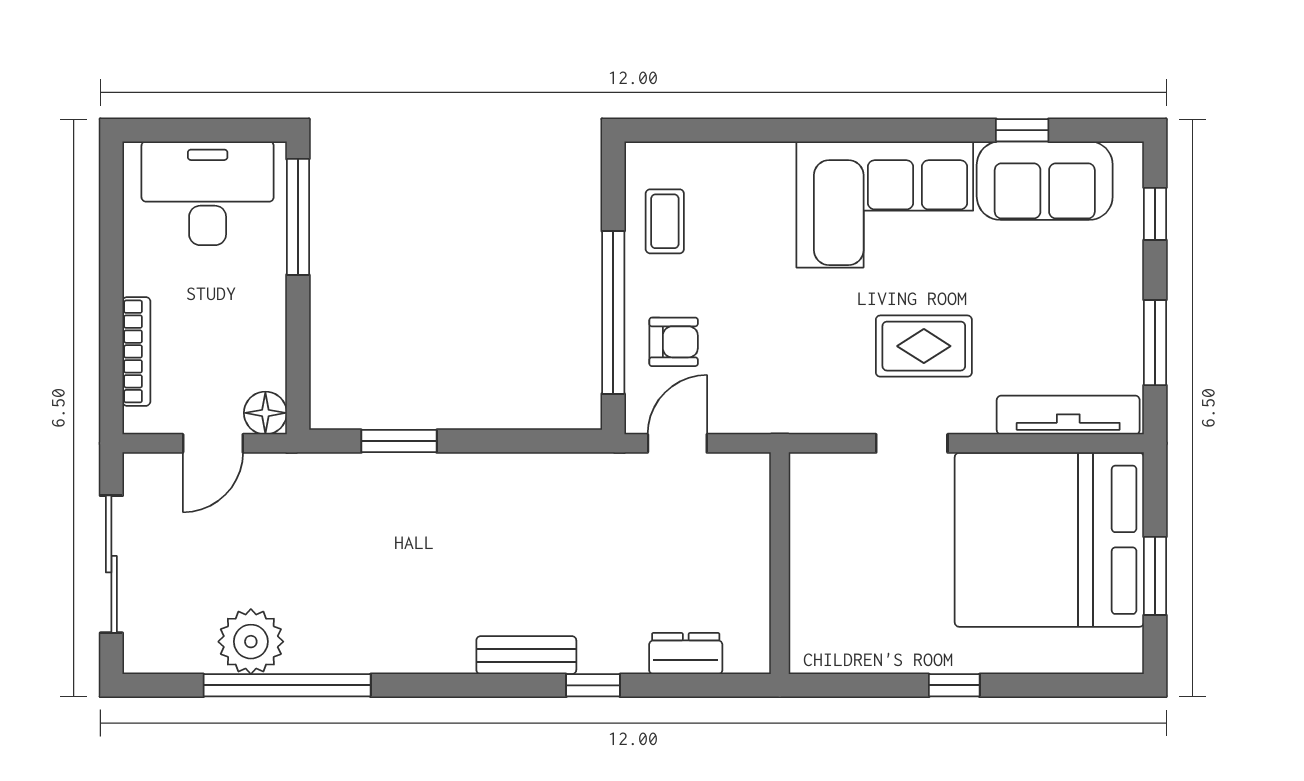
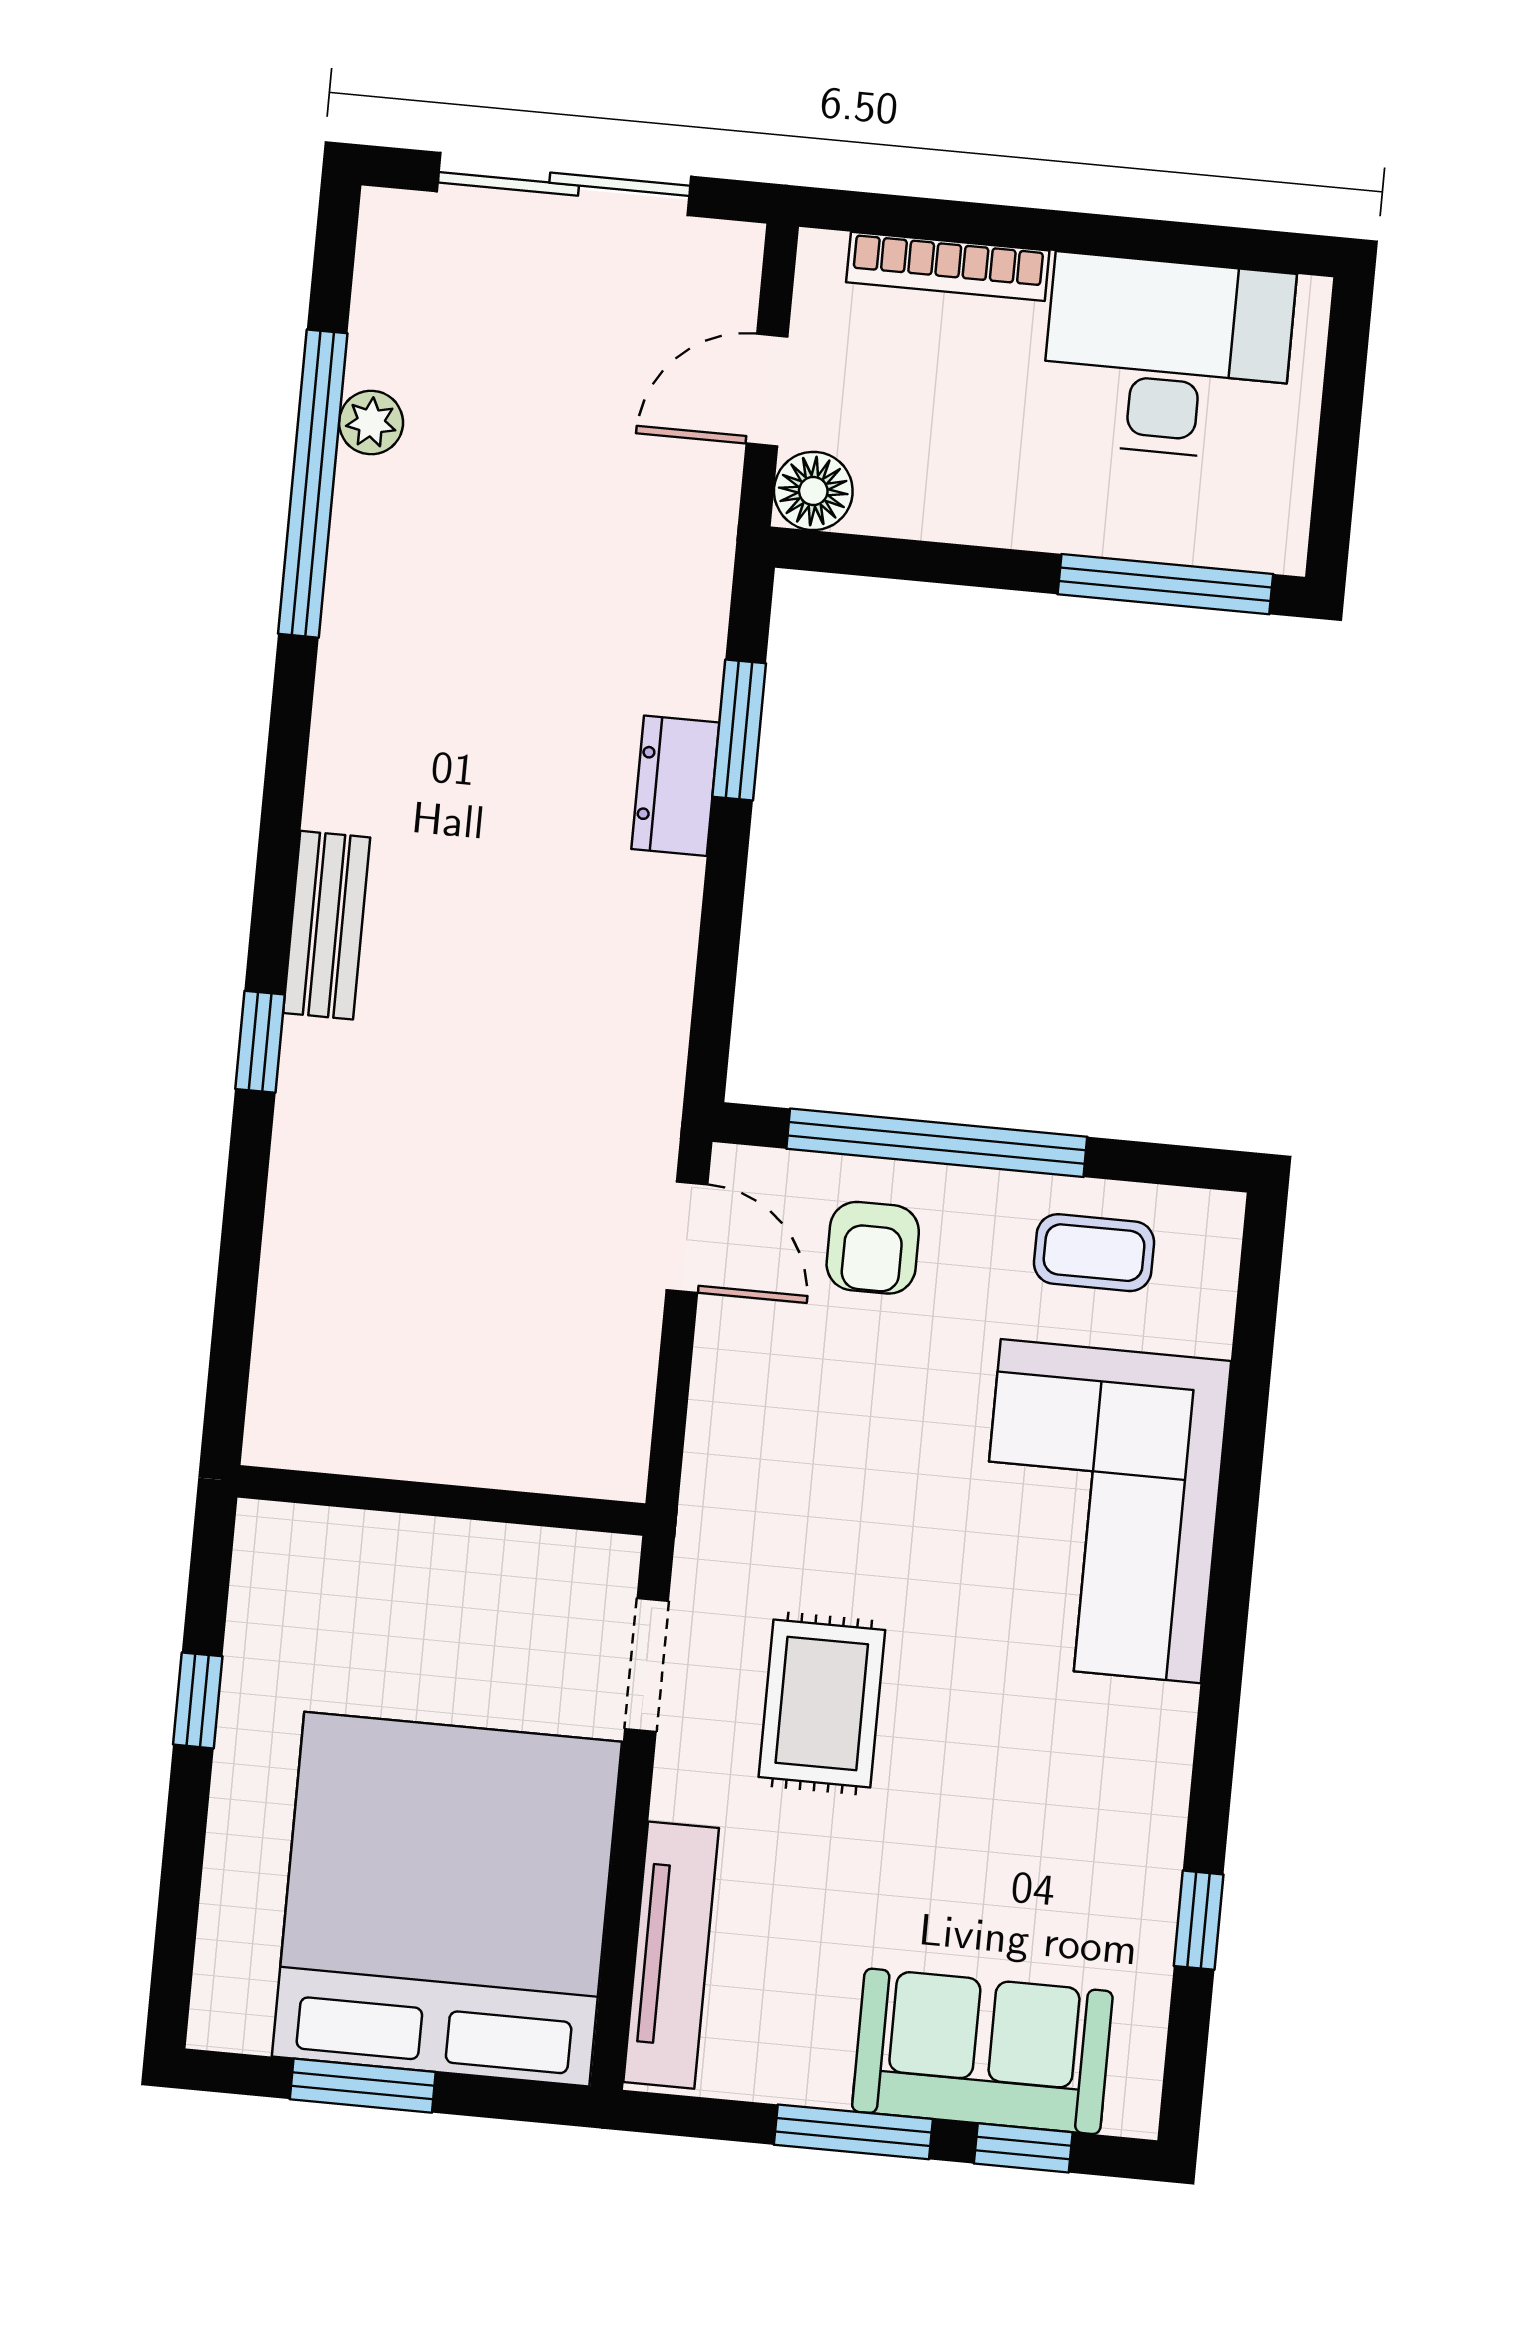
sofa: (1045, 181) -> (982, 2051), moved, turned 90
desk: (208, 193) -> (1167, 357), moved, turned -90
corner sofa: (885, 204) -> (1101, 1511), moved
window: (1155, 343) -> (853, 2132), moved
door: (213, 443) -> (767, 390), hinge flipped
wall: (780, 563) -> (441, 1500), moved
plant: (251, 642) -> (371, 422), width x0.53, depth x0.53
dresser: (686, 654) -> (675, 786), moved, turned 180

